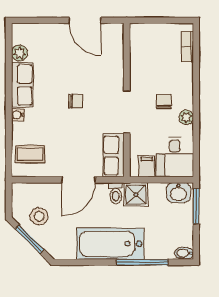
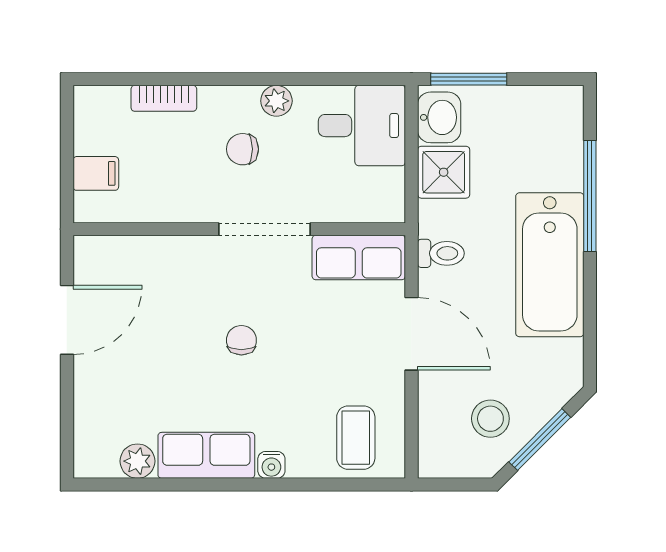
bookcase: (187, 47) -> (164, 98), moved
filing cabinet: (147, 166) -> (96, 173), moved, turned 180
shower: (136, 195) -> (444, 172), moved
bidet: (184, 253) -> (570, 105), removed

